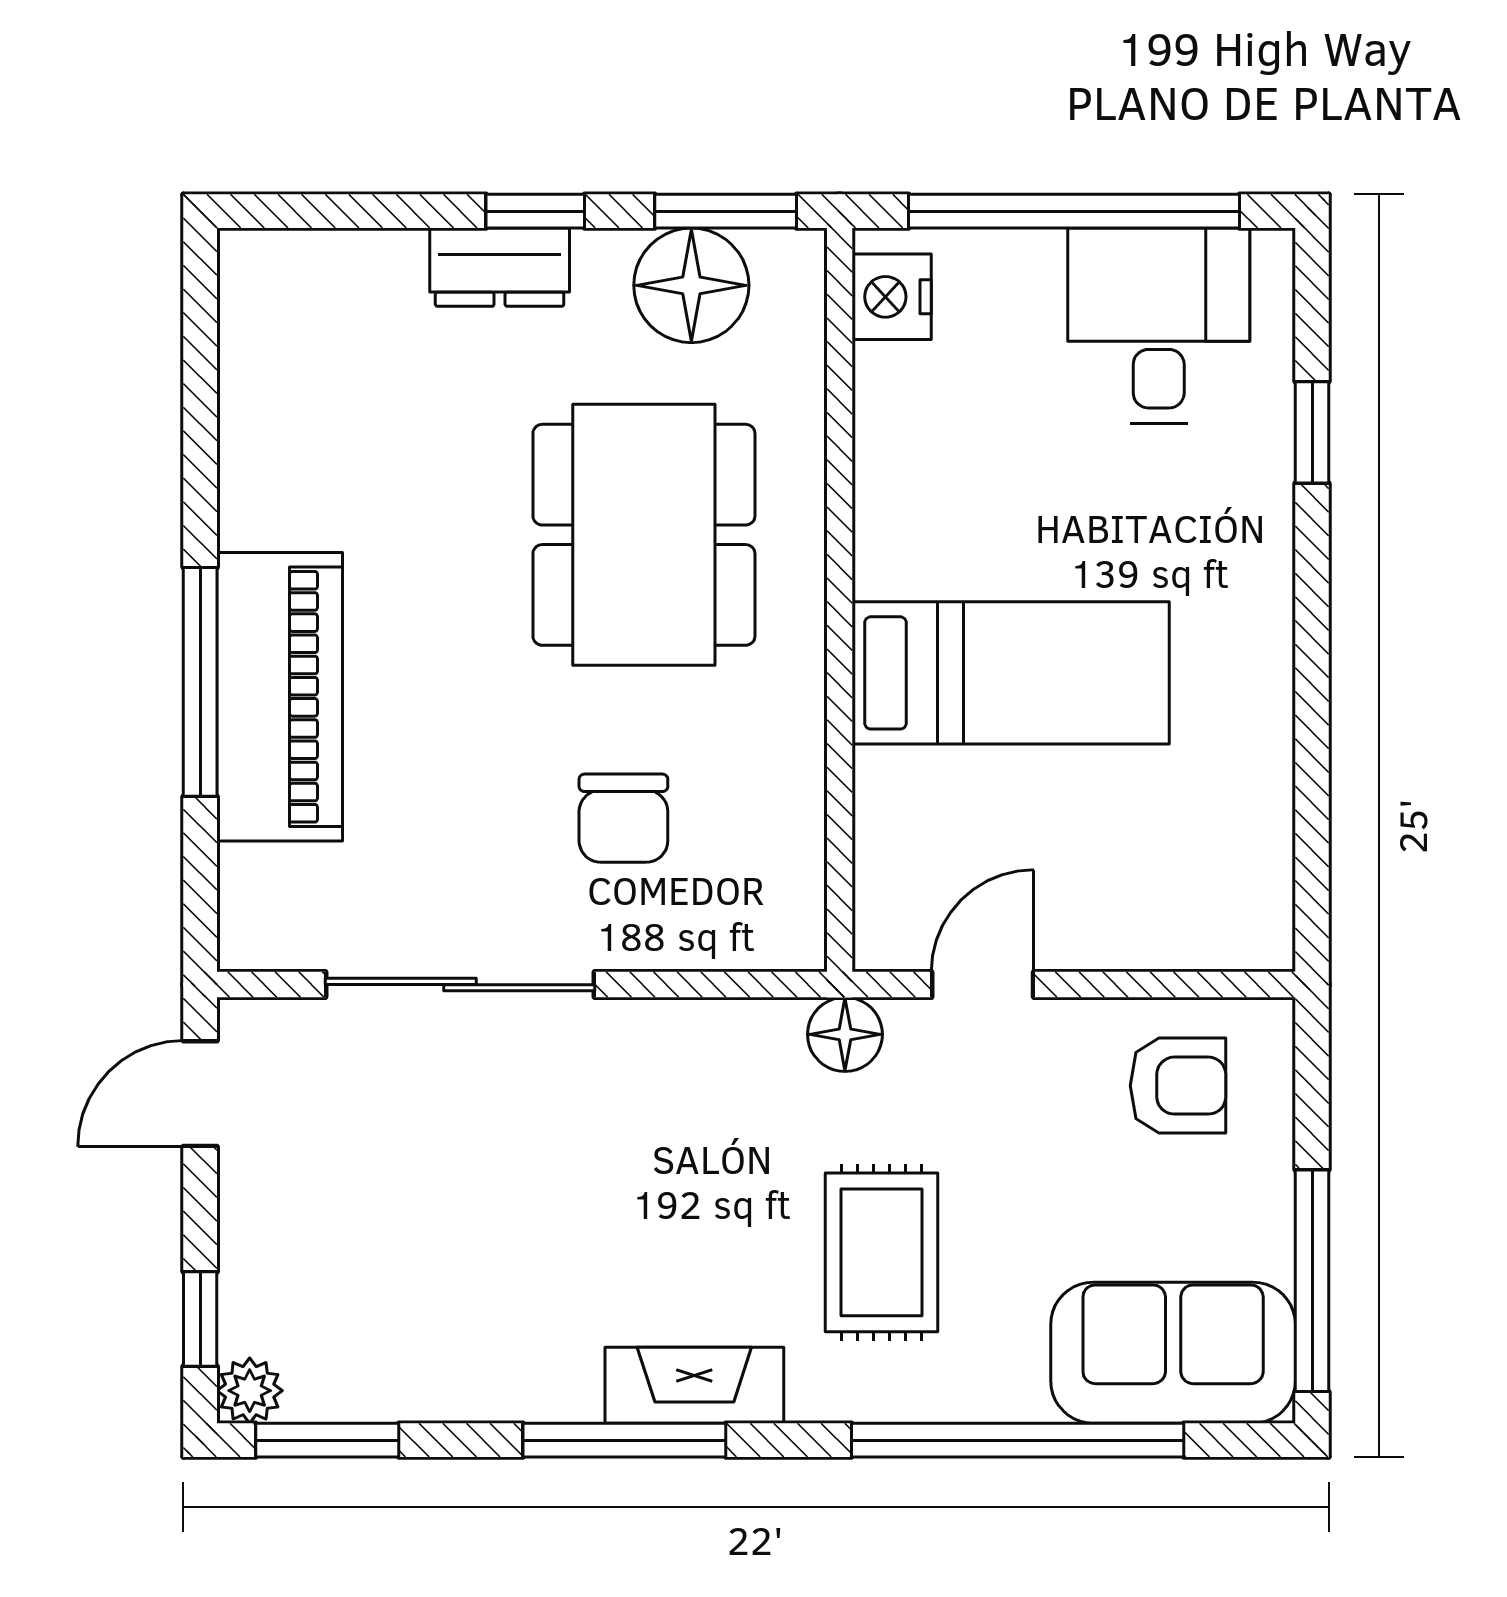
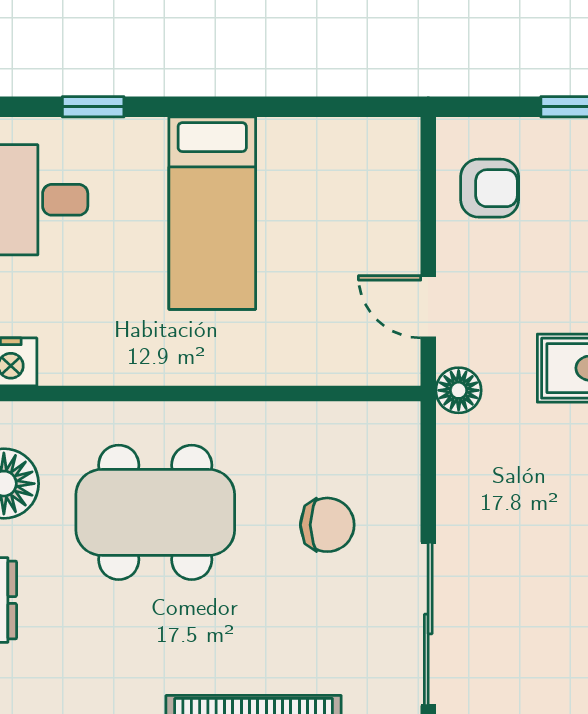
bed: (1011, 673) -> (212, 213), moved, turned 180
armchair: (1178, 1086) -> (490, 188), turned 90

